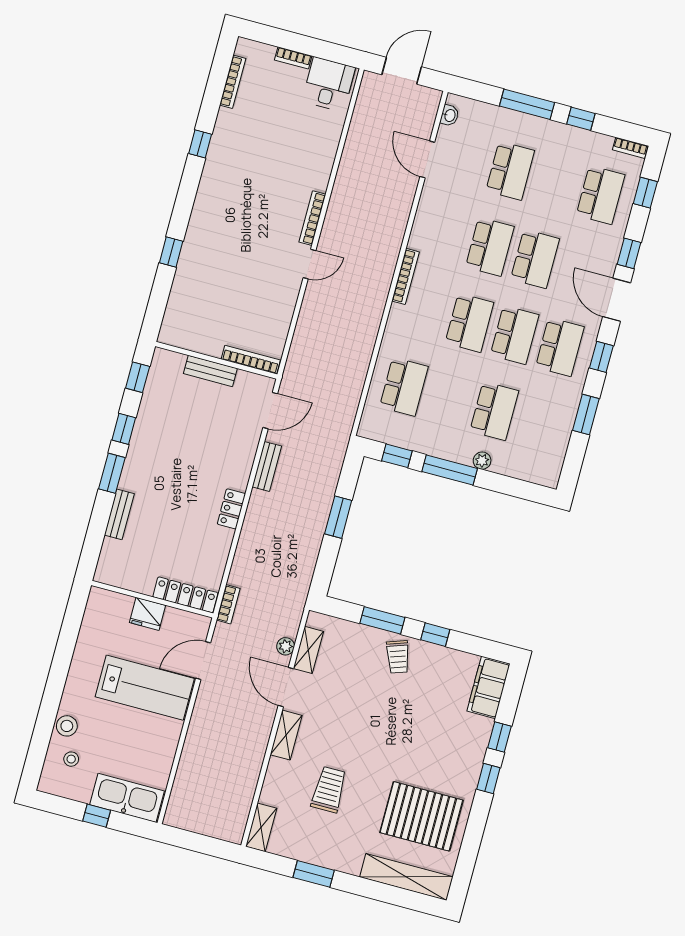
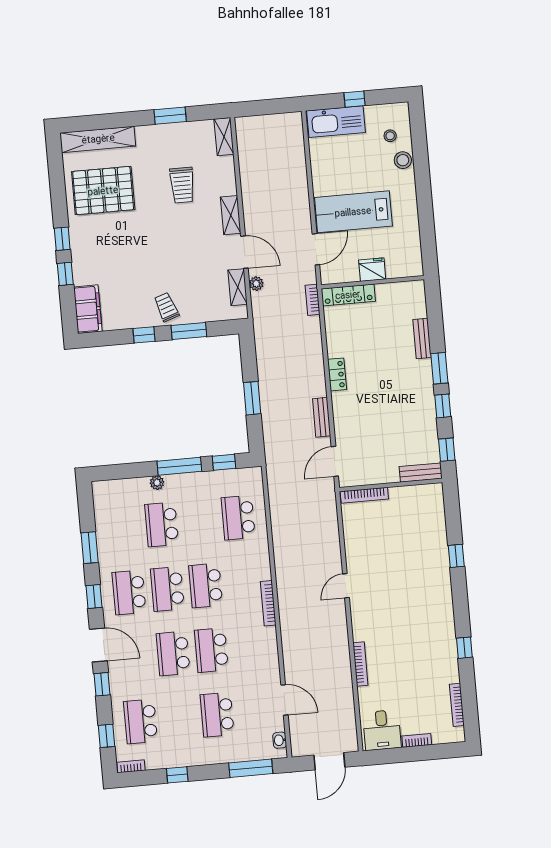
window: (527, 104) -> (251, 768), moved
bookcase: (312, 218) -> (360, 664), moved
bench: (210, 371) -> (421, 473), moved

